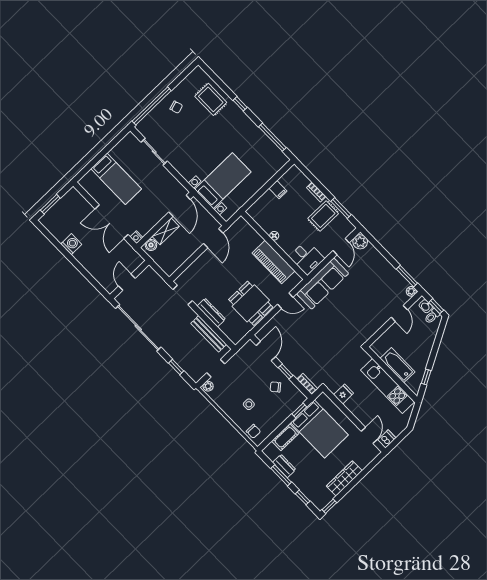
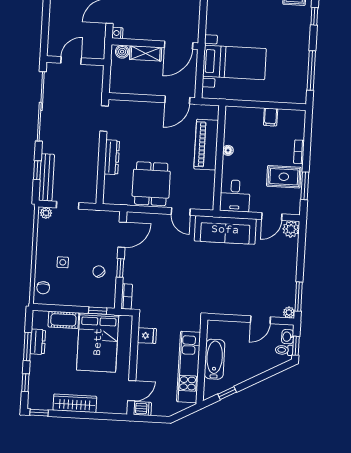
piano: (273, 262) -> (206, 145), moved
bench: (209, 334) -> (46, 177), moved

